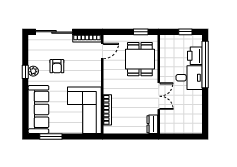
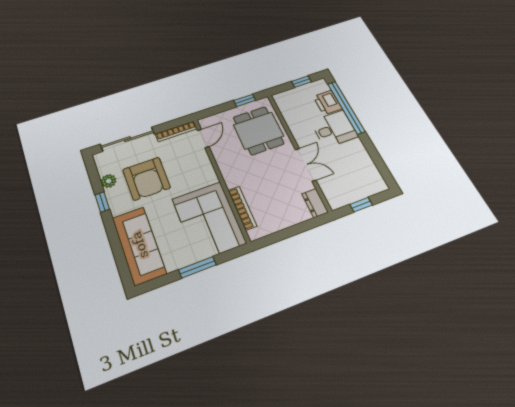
armchair: (57, 66) -> (147, 179), width x1.88, depth x1.88
plant: (33, 71) -> (109, 181), moved
window: (51, 136) -> (197, 267), moved
window: (179, 136) -> (361, 205), added

